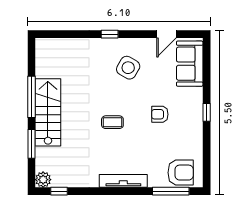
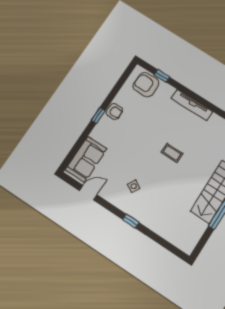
side table: (128, 68) -> (134, 186), width x0.54, depth x0.54
armchair: (160, 114) -> (114, 111), moved
window: (171, 191) -> (162, 76), width x0.46

